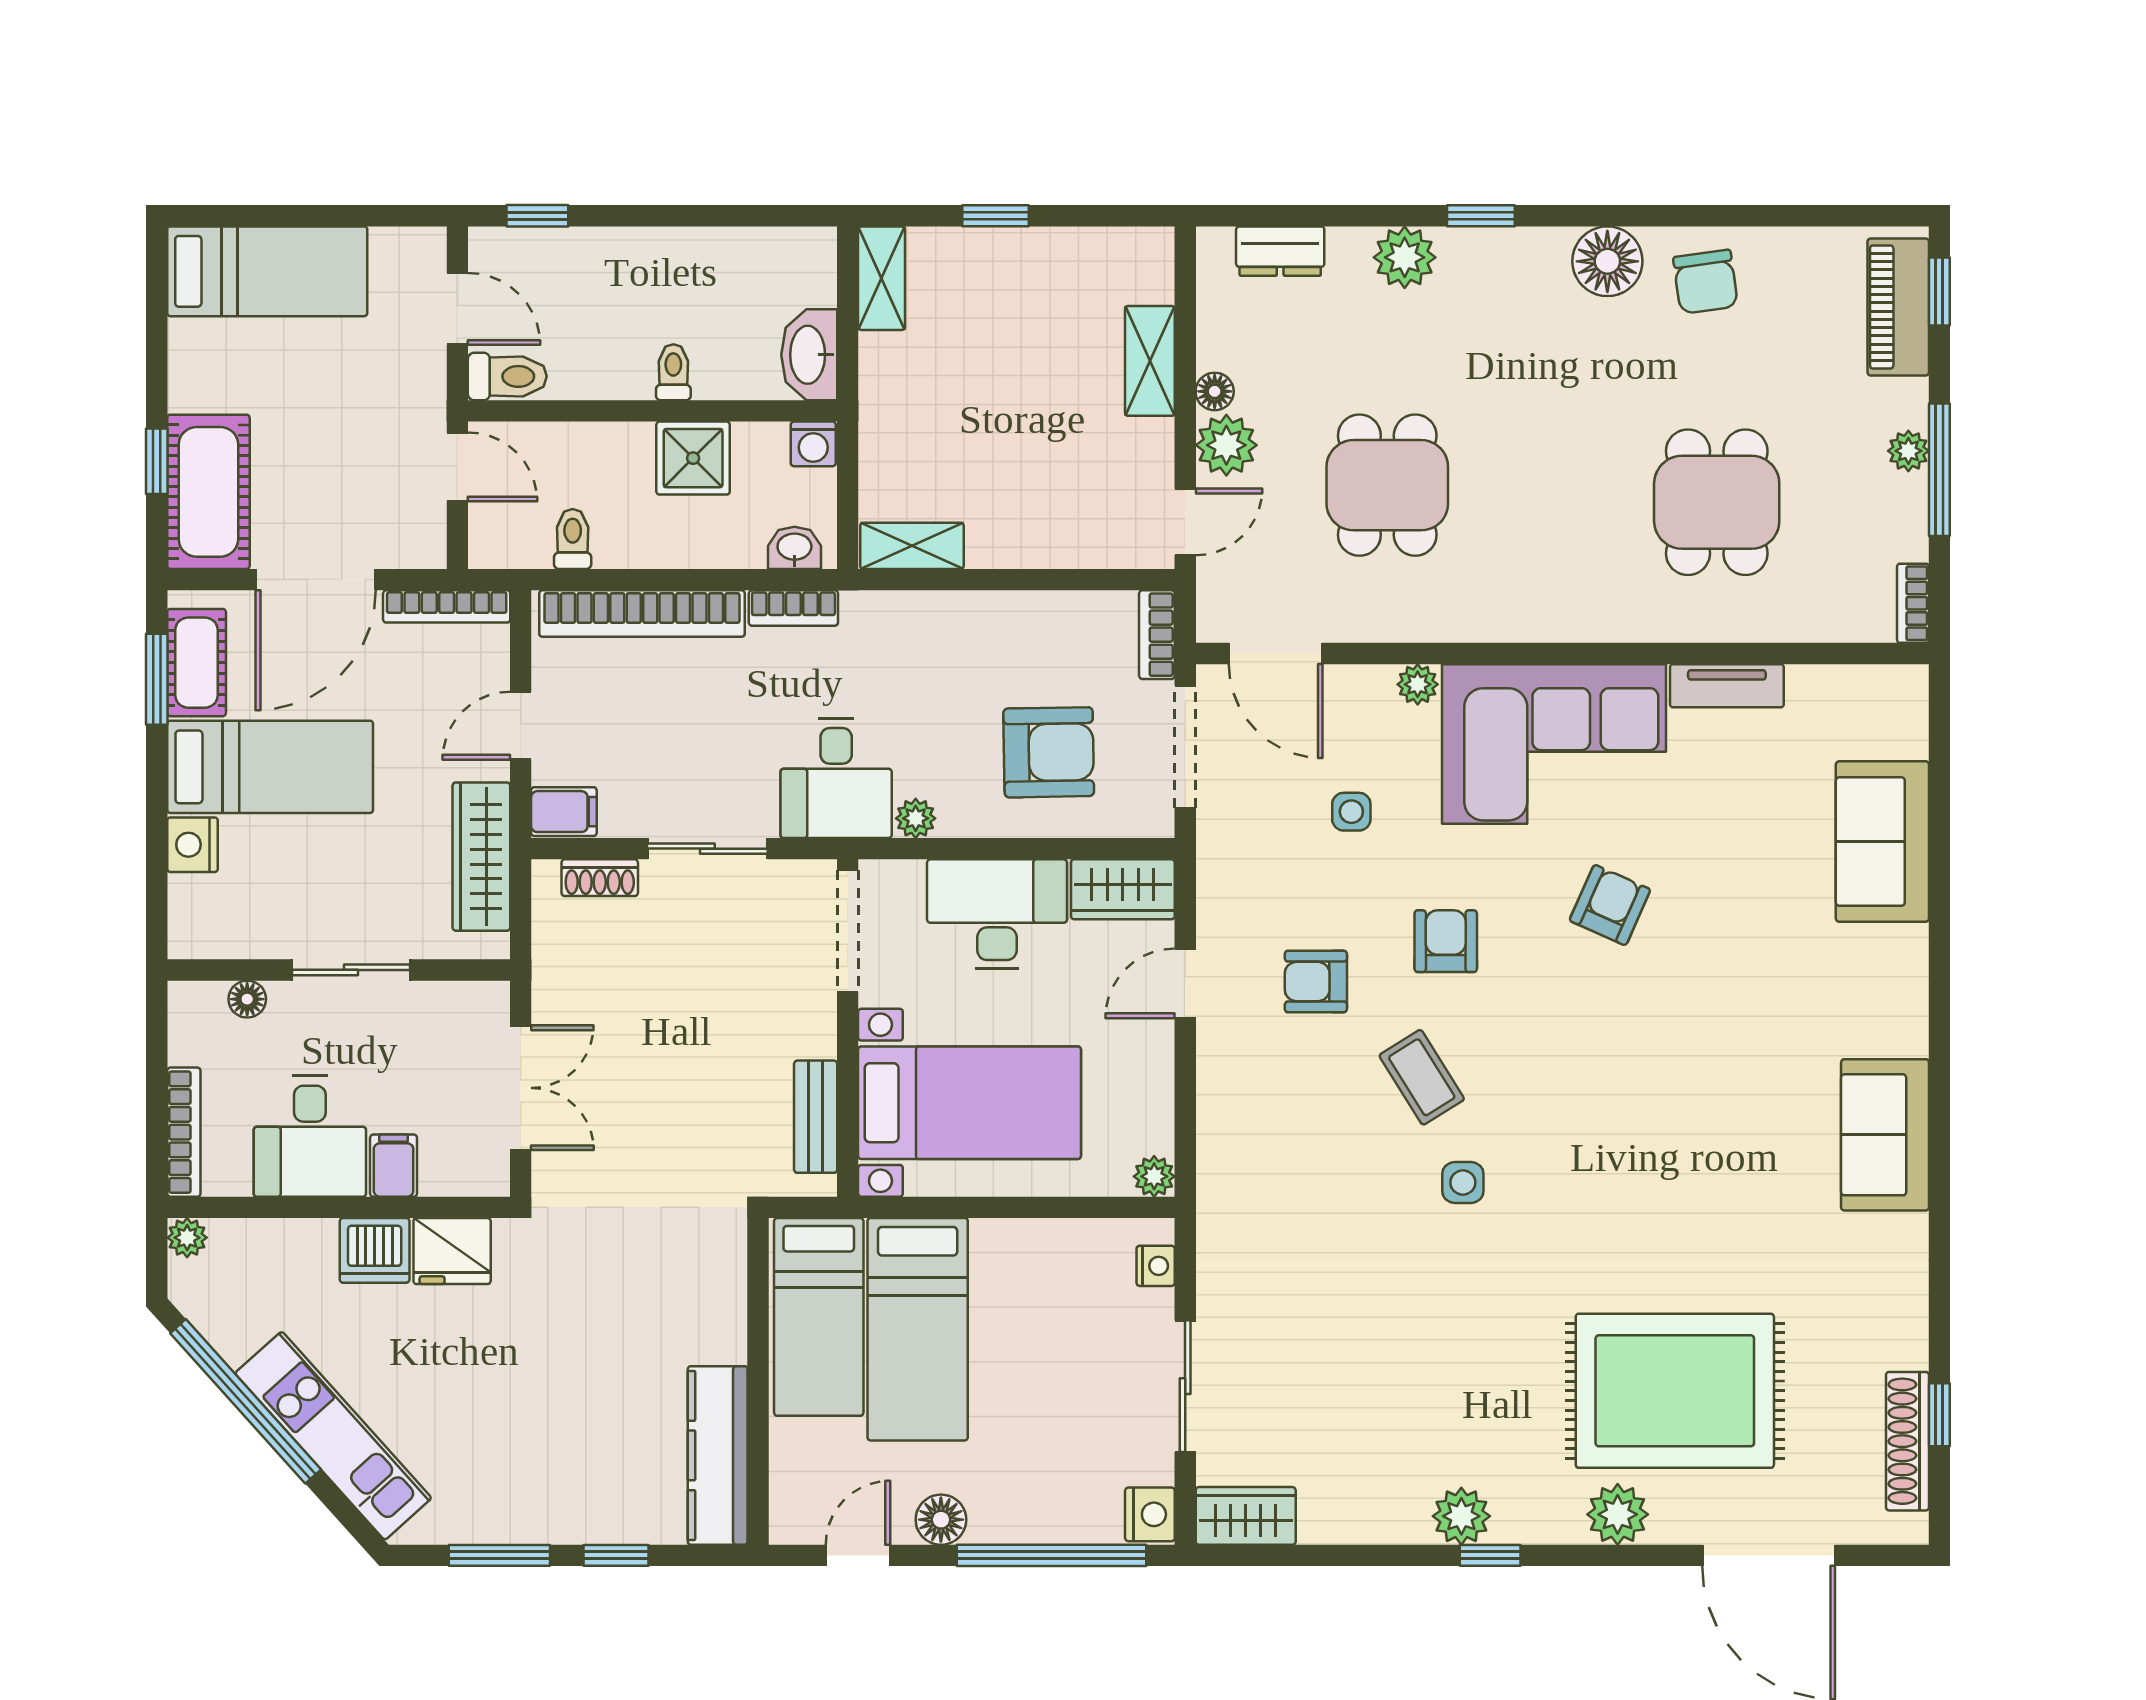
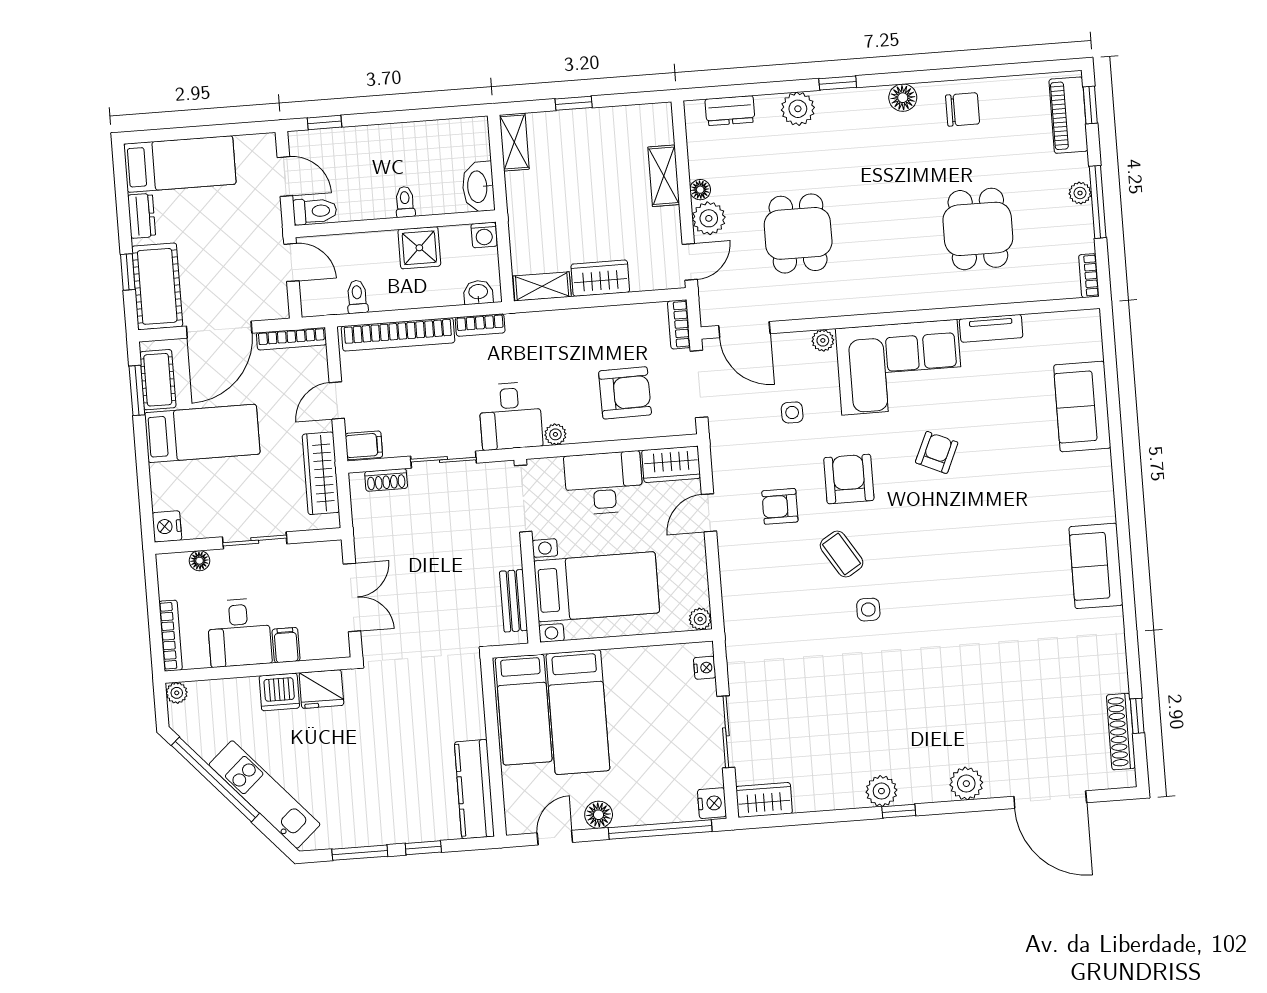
floor lamp: (1607, 261) -> (903, 98), width x0.73, depth x0.73
chair: (1706, 282) -> (963, 109), turned -82
dresser: (190, 361) -> (142, 216), added
wardrobe: (1020, 539) -> (600, 278), added
nightstand: (193, 845) -> (167, 526), moved
armchair: (1446, 941) -> (849, 479), width x1.38, depth x1.38
rug: (1675, 1391) -> (992, 714), removed

